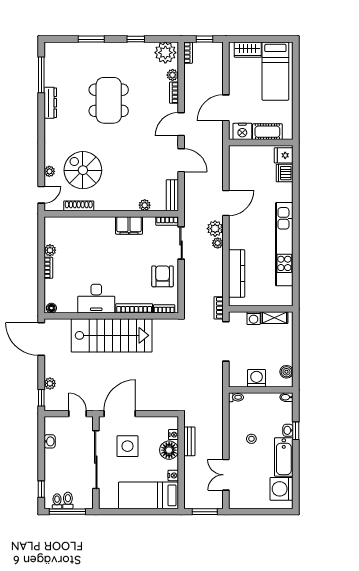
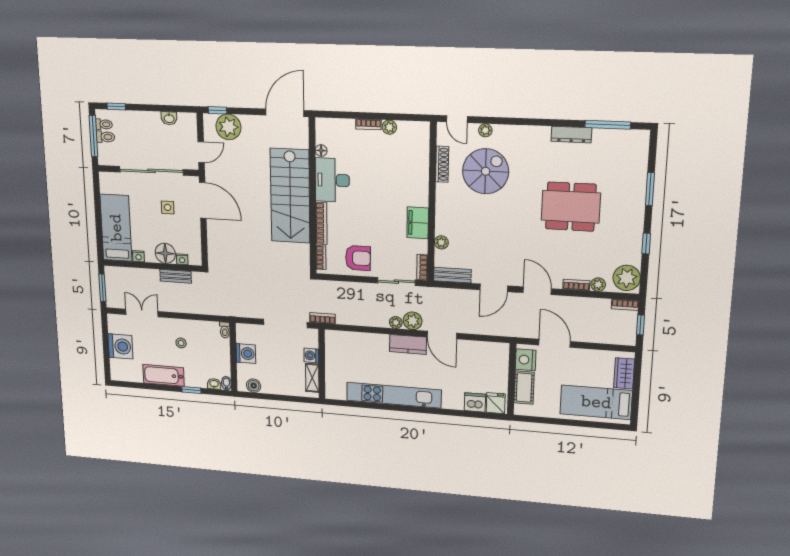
kitchen counter: (237, 273) -> (408, 344), moved, width x0.67
floor lamp: (51, 308) -> (321, 151), moved
plant: (50, 383) -> (228, 127), width x1.87, depth x1.87
washbasin: (288, 430) -> (214, 384), moved
side table: (127, 446) -> (168, 207), width x0.54, depth x0.54
washing machine: (281, 489) -> (120, 346), moved, turned 90

